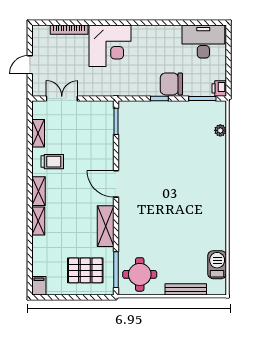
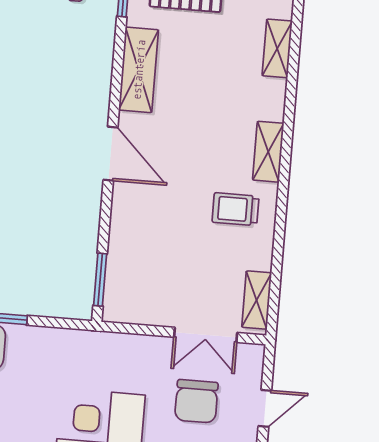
chair: (64, 66) -> (196, 401), added
shelving: (38, 133) -> (257, 300), moved
shelving: (38, 221) -> (277, 48), moved

